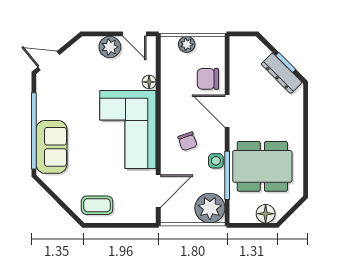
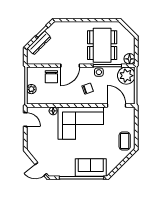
door: (134, 34) -> (25, 119), hinge flipped
plant: (110, 47) -> (33, 134), removed
door: (49, 61) -> (41, 169), hinge flipped
dresser: (282, 73) -> (39, 43), moved
floor lamp: (266, 214) -> (130, 59), moved

